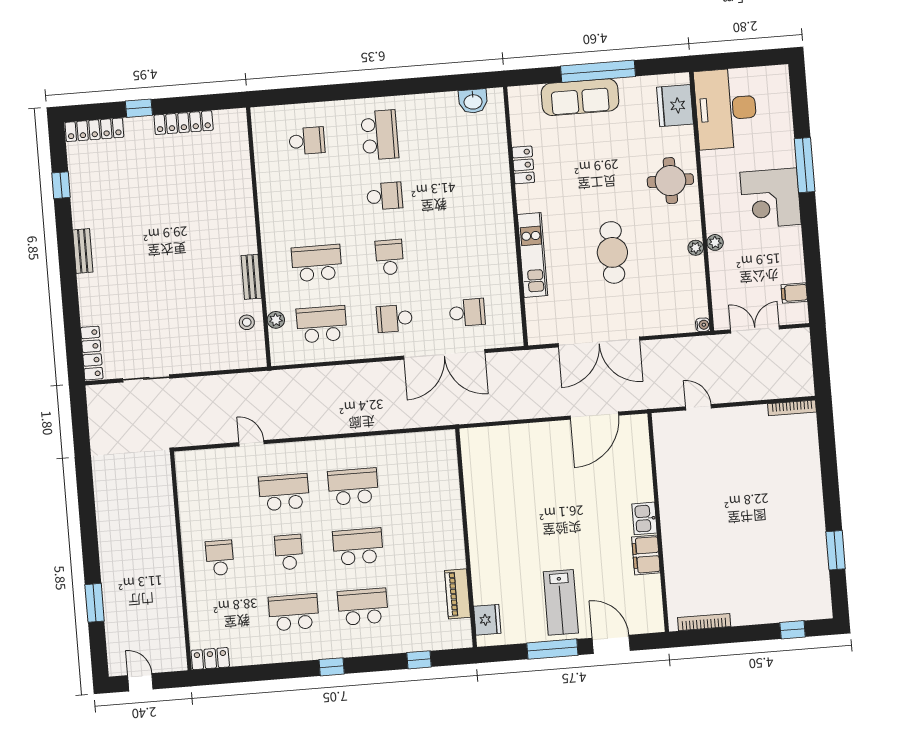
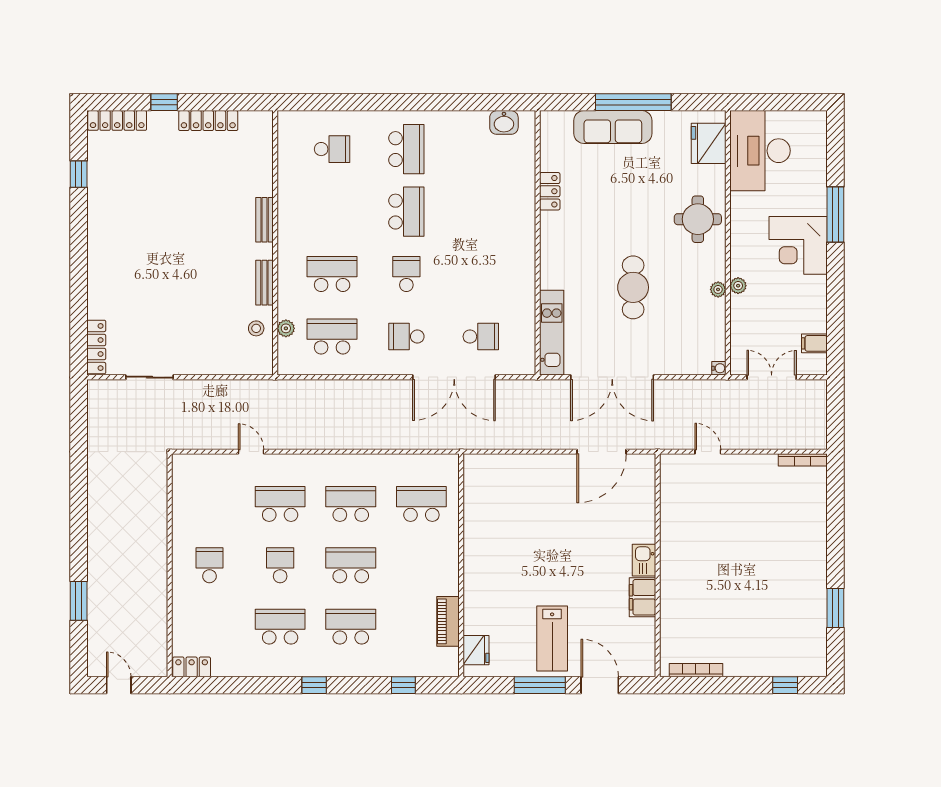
school desk: (385, 196) -> (406, 212), width x1.85
bench: (83, 251) -> (265, 220), moved
kitchen unit: (532, 255) -> (552, 333), moved
school desk: (422, 481) -> (421, 504), added

